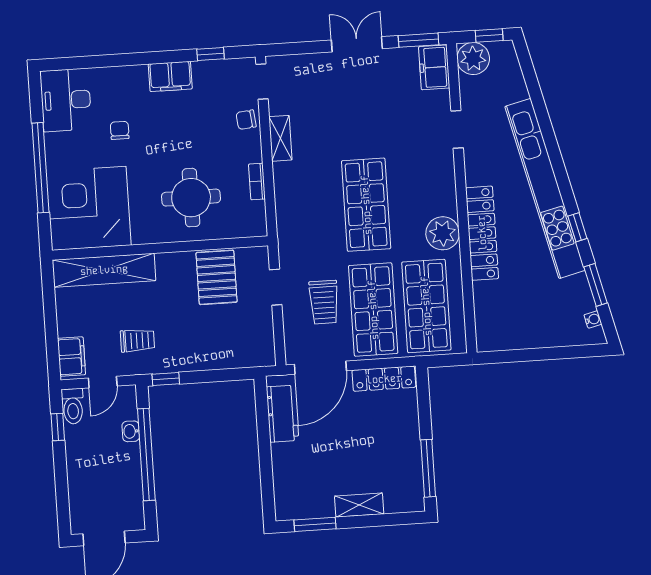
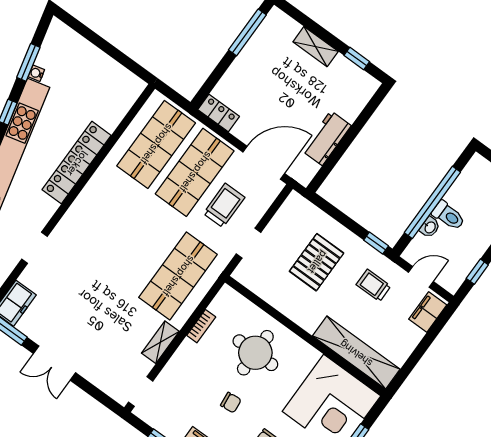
chair: (246, 120) -> (231, 403), moved
shop shelf: (366, 205) -> (178, 276), moved
plant: (443, 233) -> (104, 185), removed
pallet: (217, 277) -> (317, 262), moved
water cooler: (593, 319) -> (36, 73), moved
locker: (384, 379) -> (219, 113), width x0.66
toilet: (73, 406) -> (448, 216), moved, turned 90
workbench: (283, 414) -> (326, 138), moved
window: (315, 524) -> (357, 58), width x0.67

